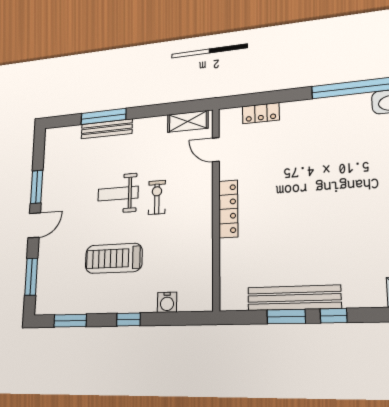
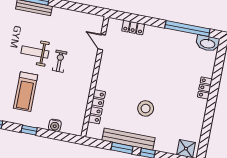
shelving: (188, 121) -> (88, 19), removed
locker: (228, 209) -> (97, 107), moved
stool: (311, 238) -> (146, 108), added
treadmill: (114, 258) -> (26, 92), turned -90

